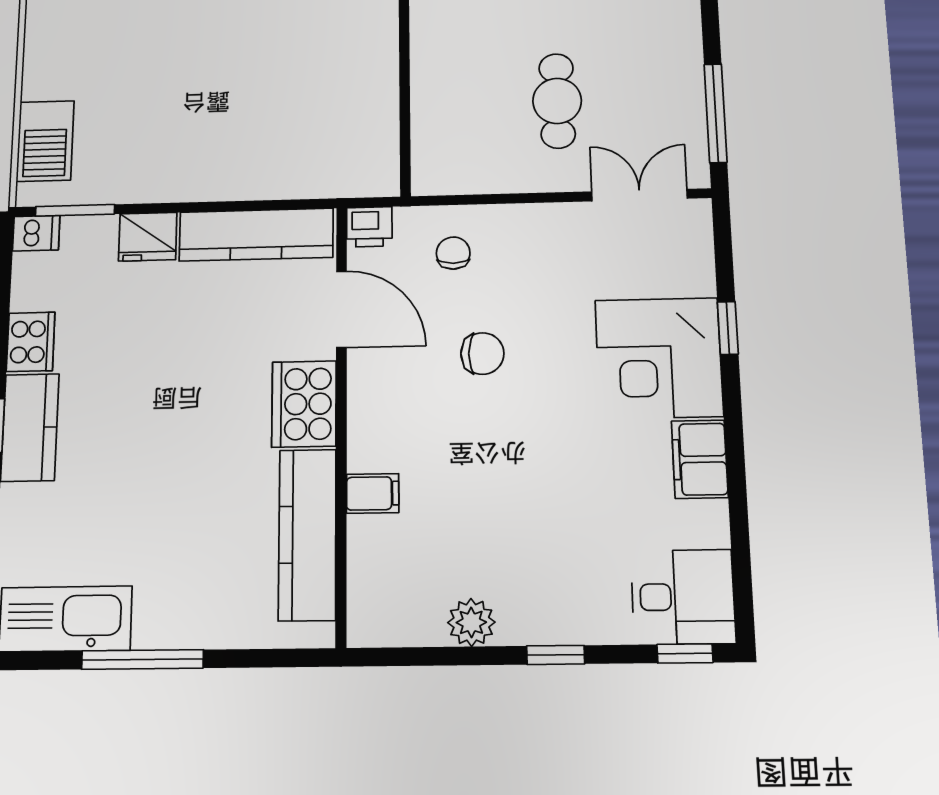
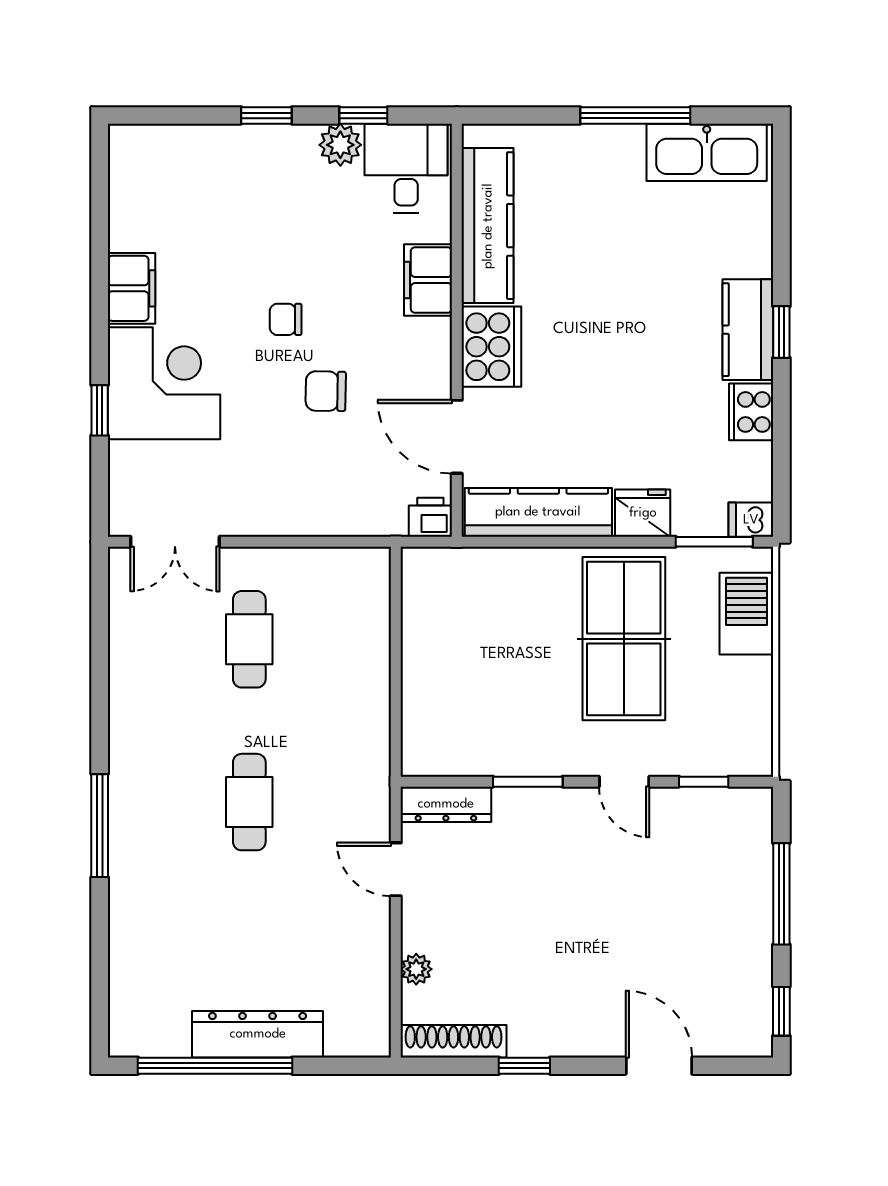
table tennis table: (171, 113) -> (624, 639), added
window: (715, 113) -> (100, 622), removed
chair: (453, 253) -> (286, 319), moved, turned 90
filing cabinet: (373, 493) -> (428, 280), width x2.00
desk: (683, 597) -> (406, 168), moved, turned 90
window: (685, 653) -> (363, 115), moved

